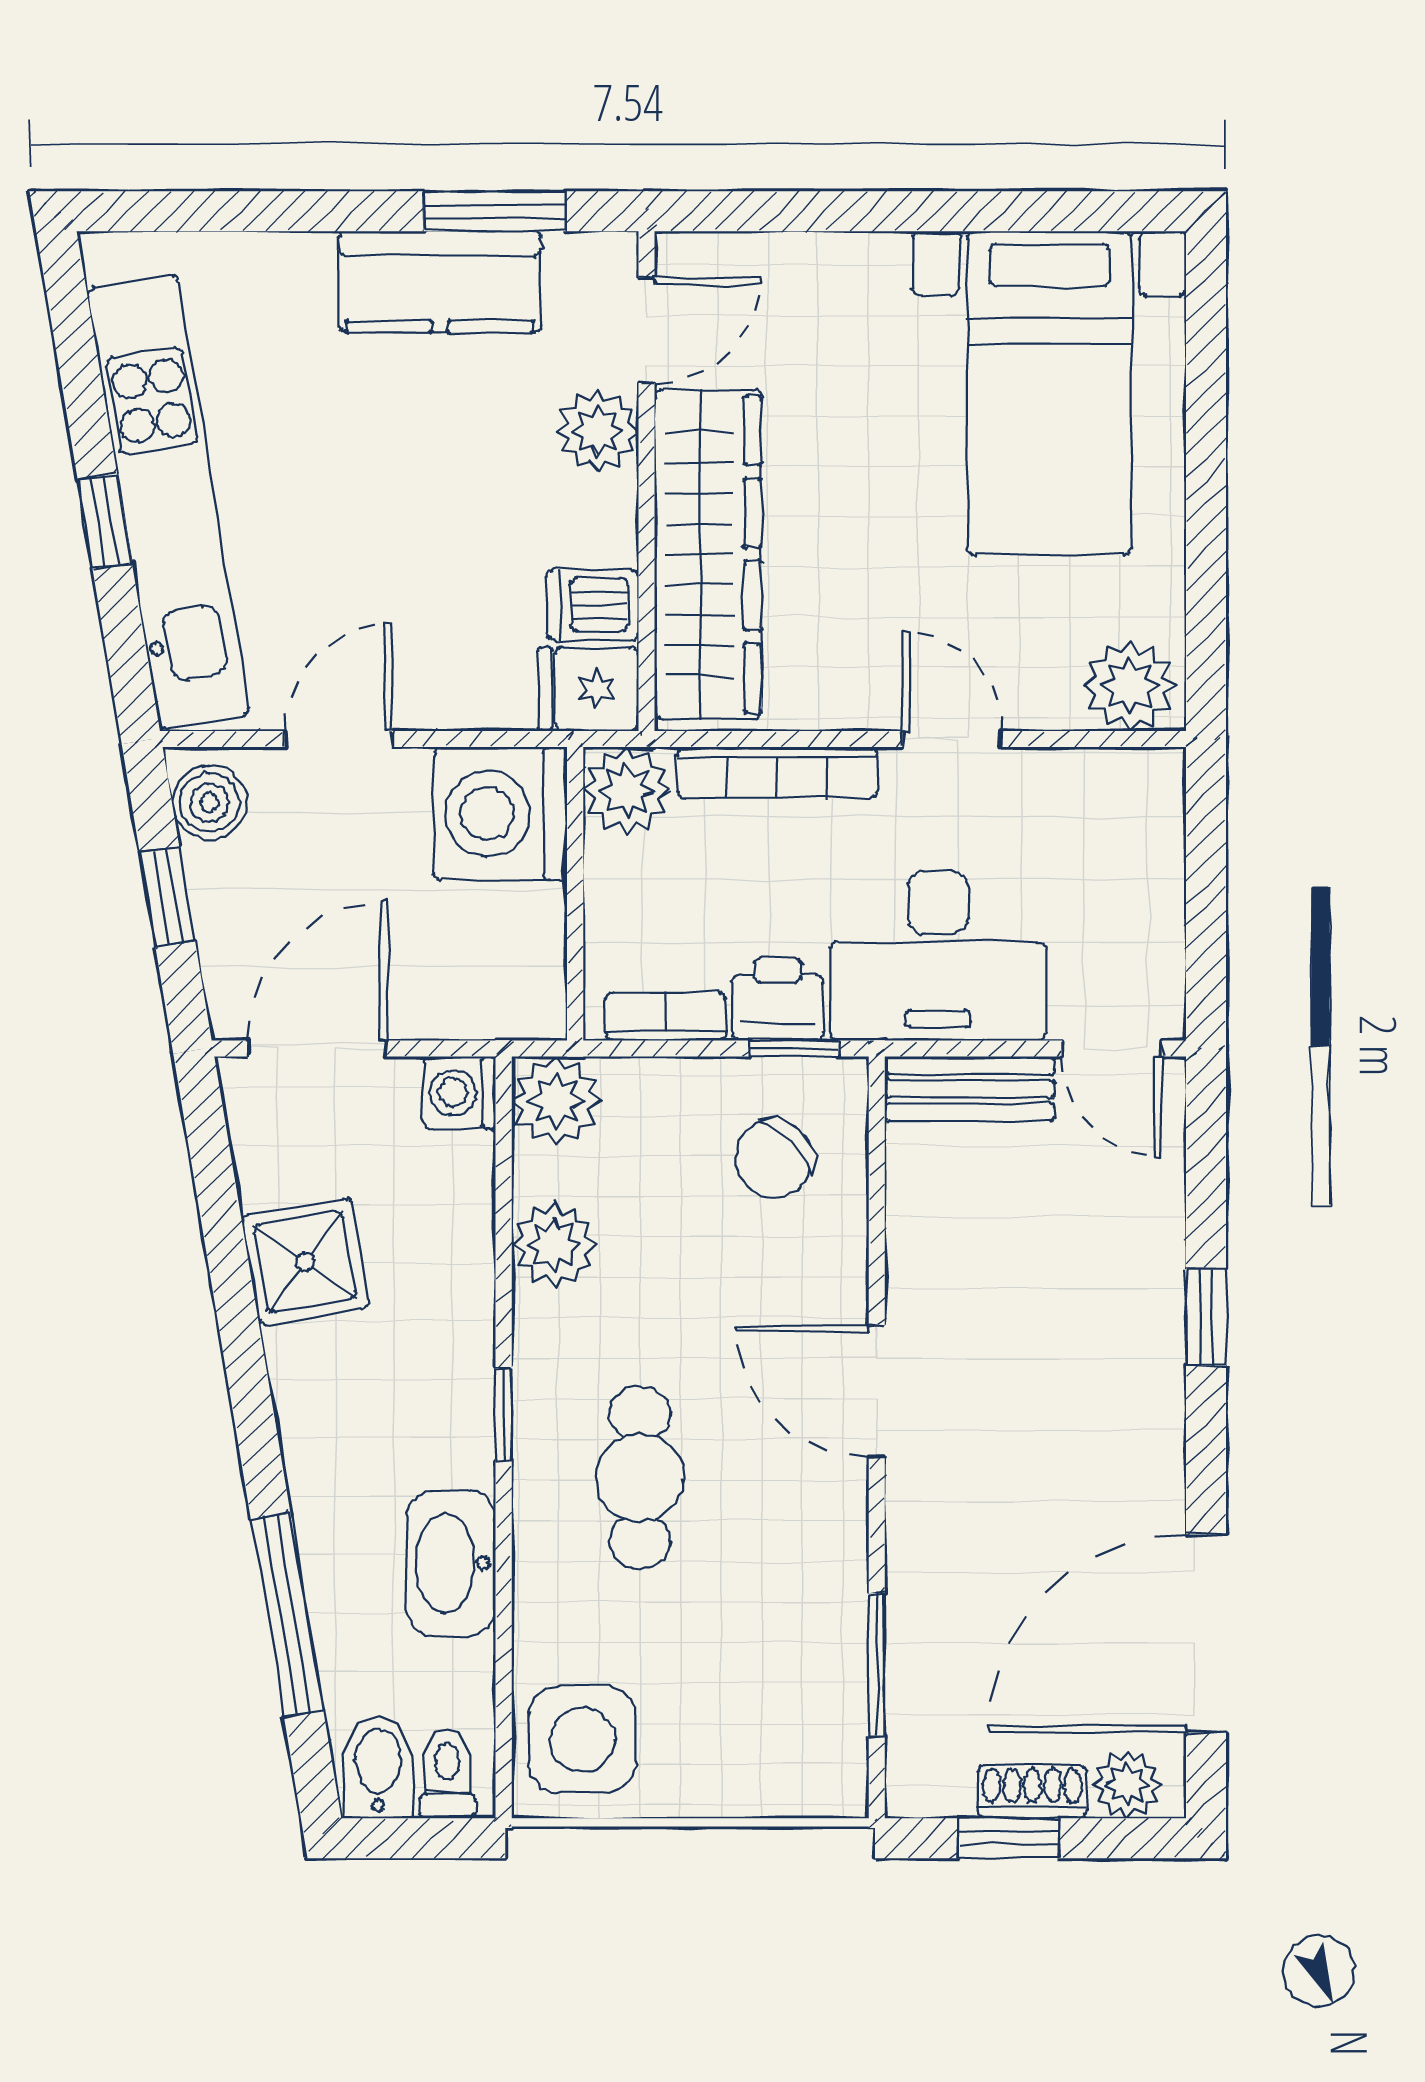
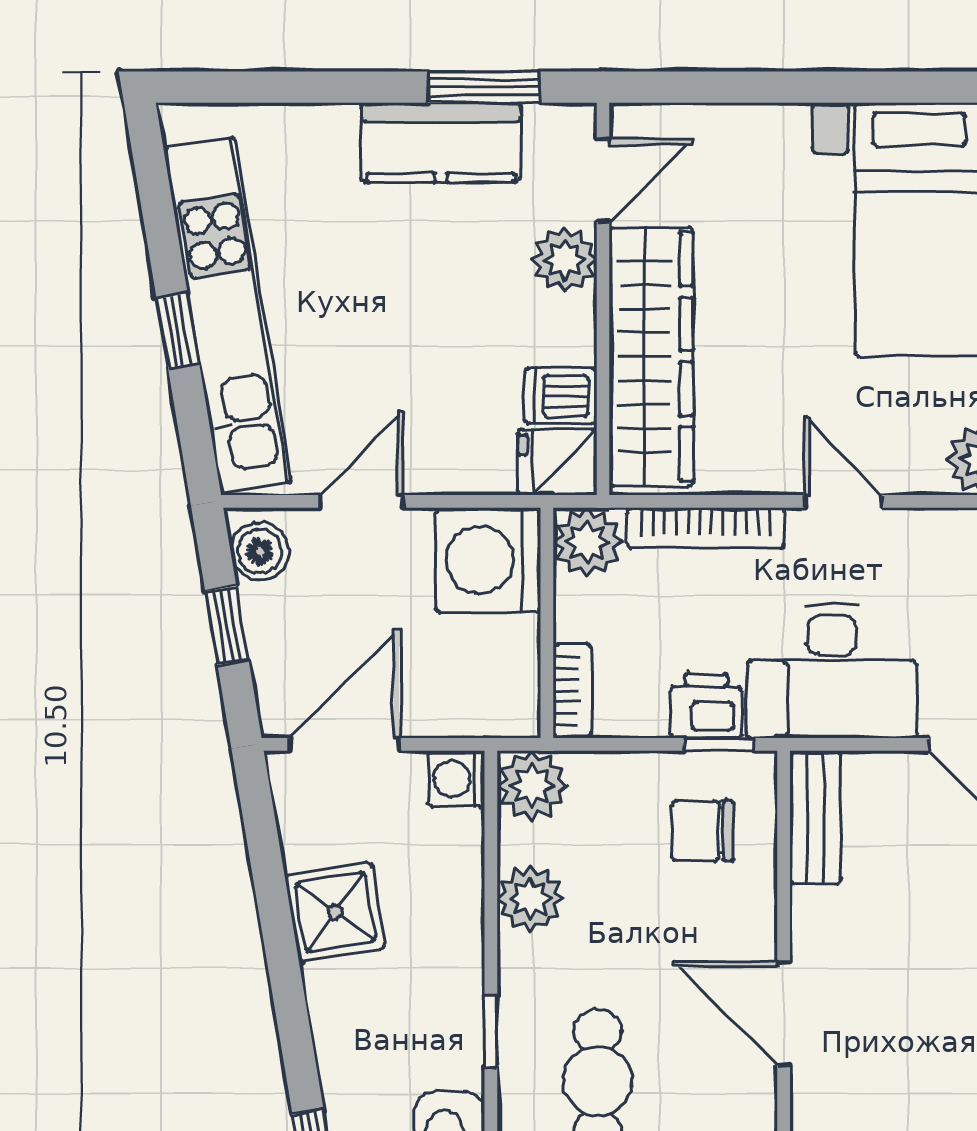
bookcase: (666, 1016) -> (572, 691), moved, turned 90
bench: (970, 1089) -> (815, 817), moved, turned 90
chair: (774, 1159) -> (703, 831), turned 45

